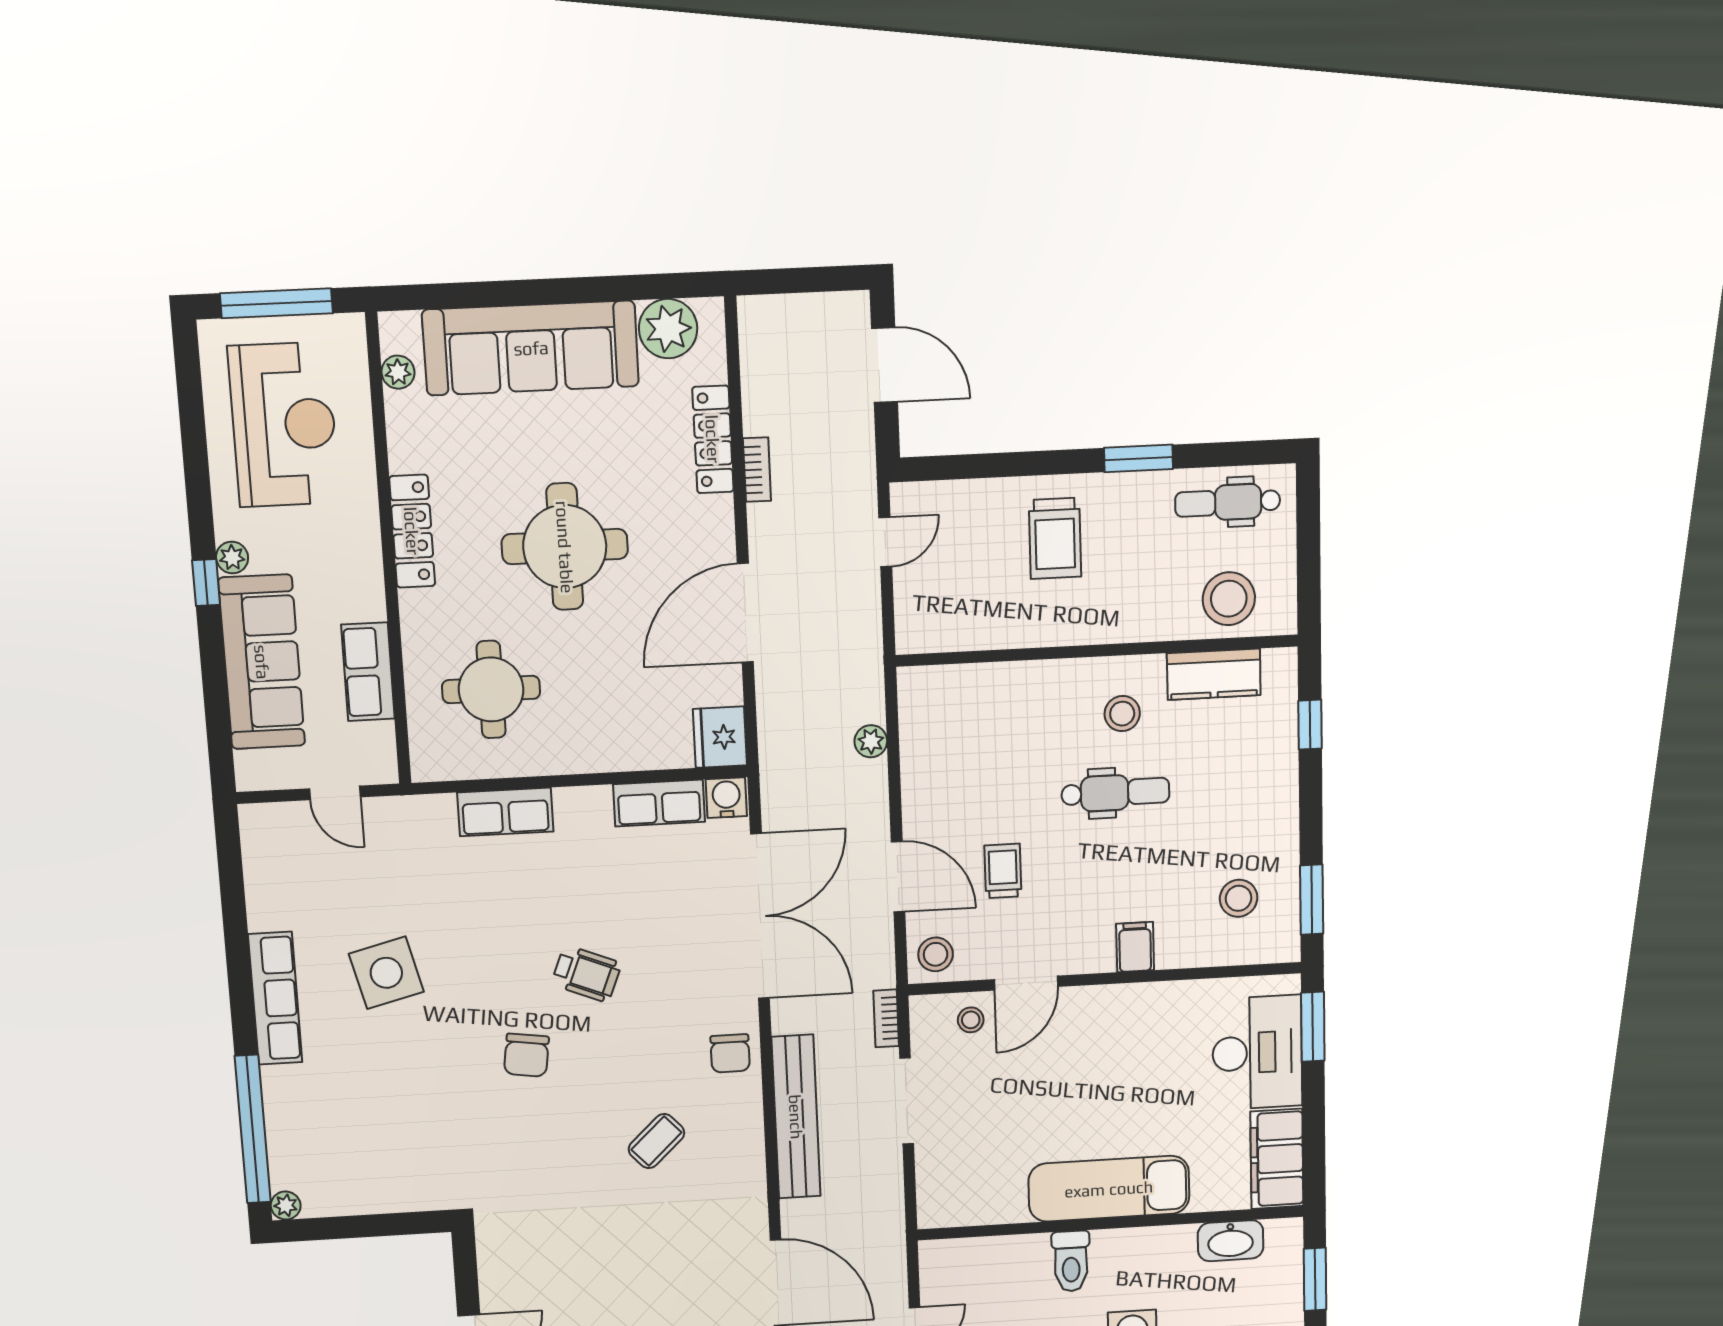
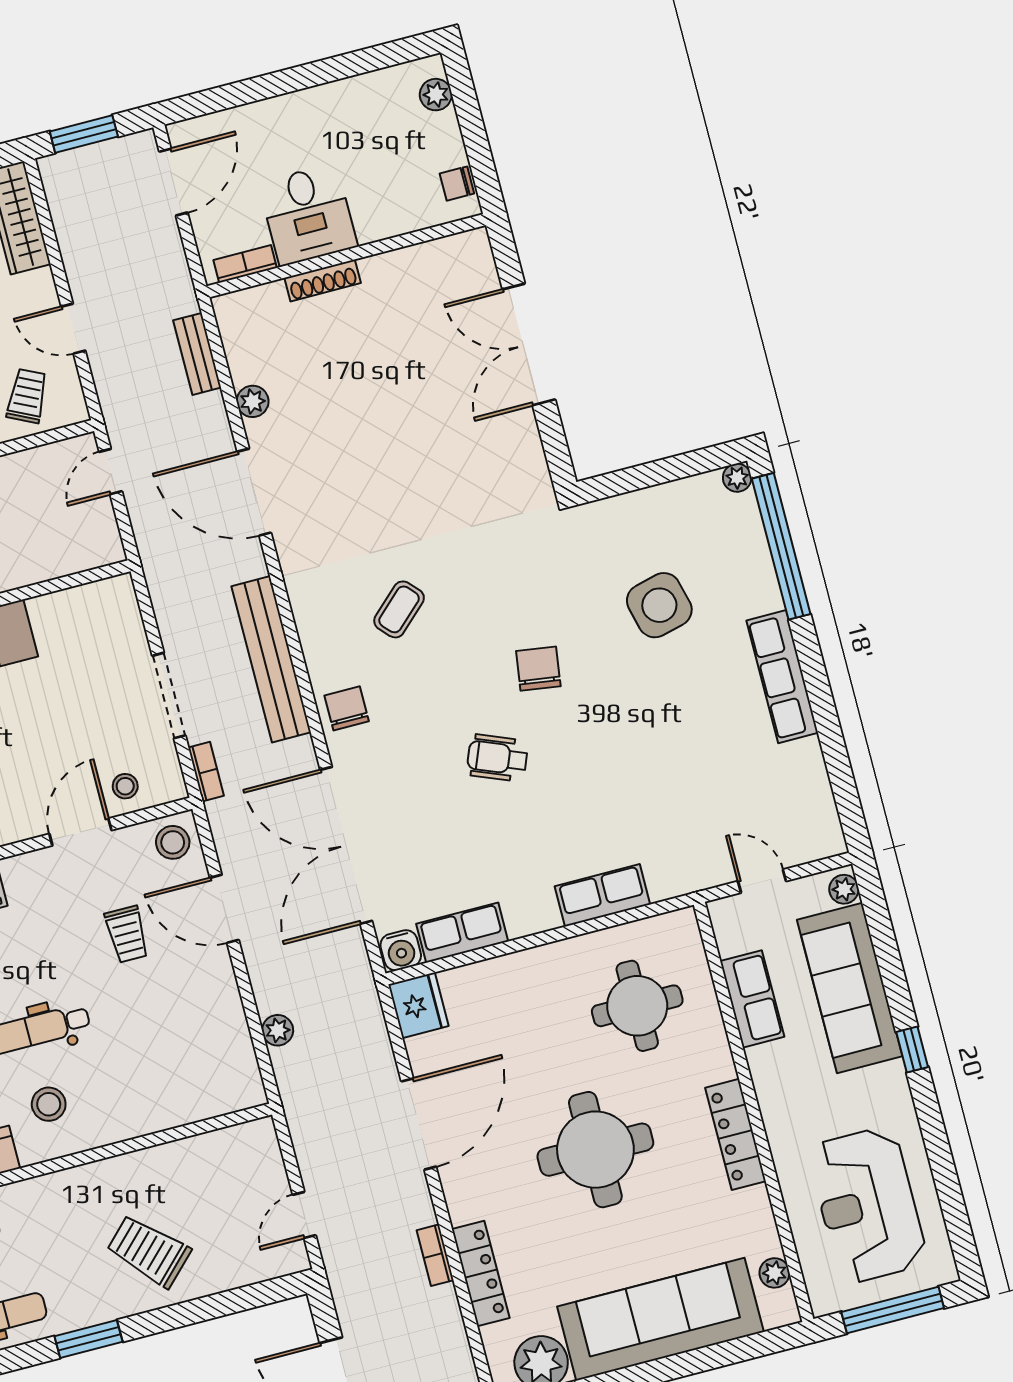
trolley: (1055, 538) -> (149, 1251), turned -45
plant: (232, 557) -> (844, 889), moved
side table: (386, 973) -> (659, 605), moved

